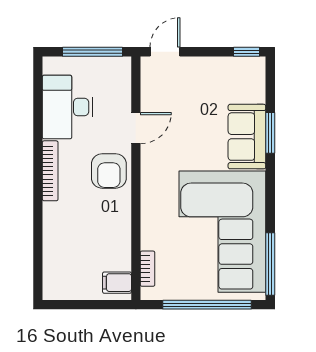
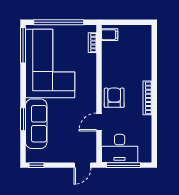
desk: (68, 107) -> (120, 148), moved, turned 90
sofa: (247, 137) -> (36, 124), width x1.36

